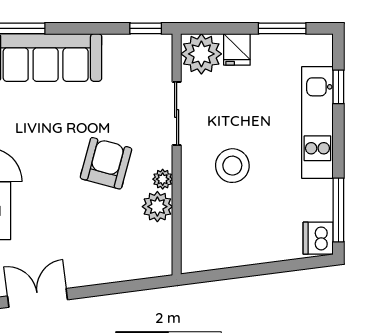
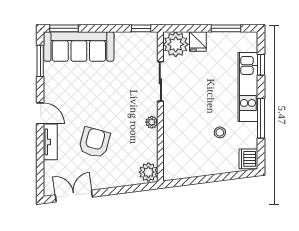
armchair: (106, 163) -> (94, 143), moved
stool: (232, 166) -> (220, 132), moved, width x0.53, depth x0.53
plant: (157, 207) -> (148, 172), moved
window: (338, 210) -> (261, 118), moved

